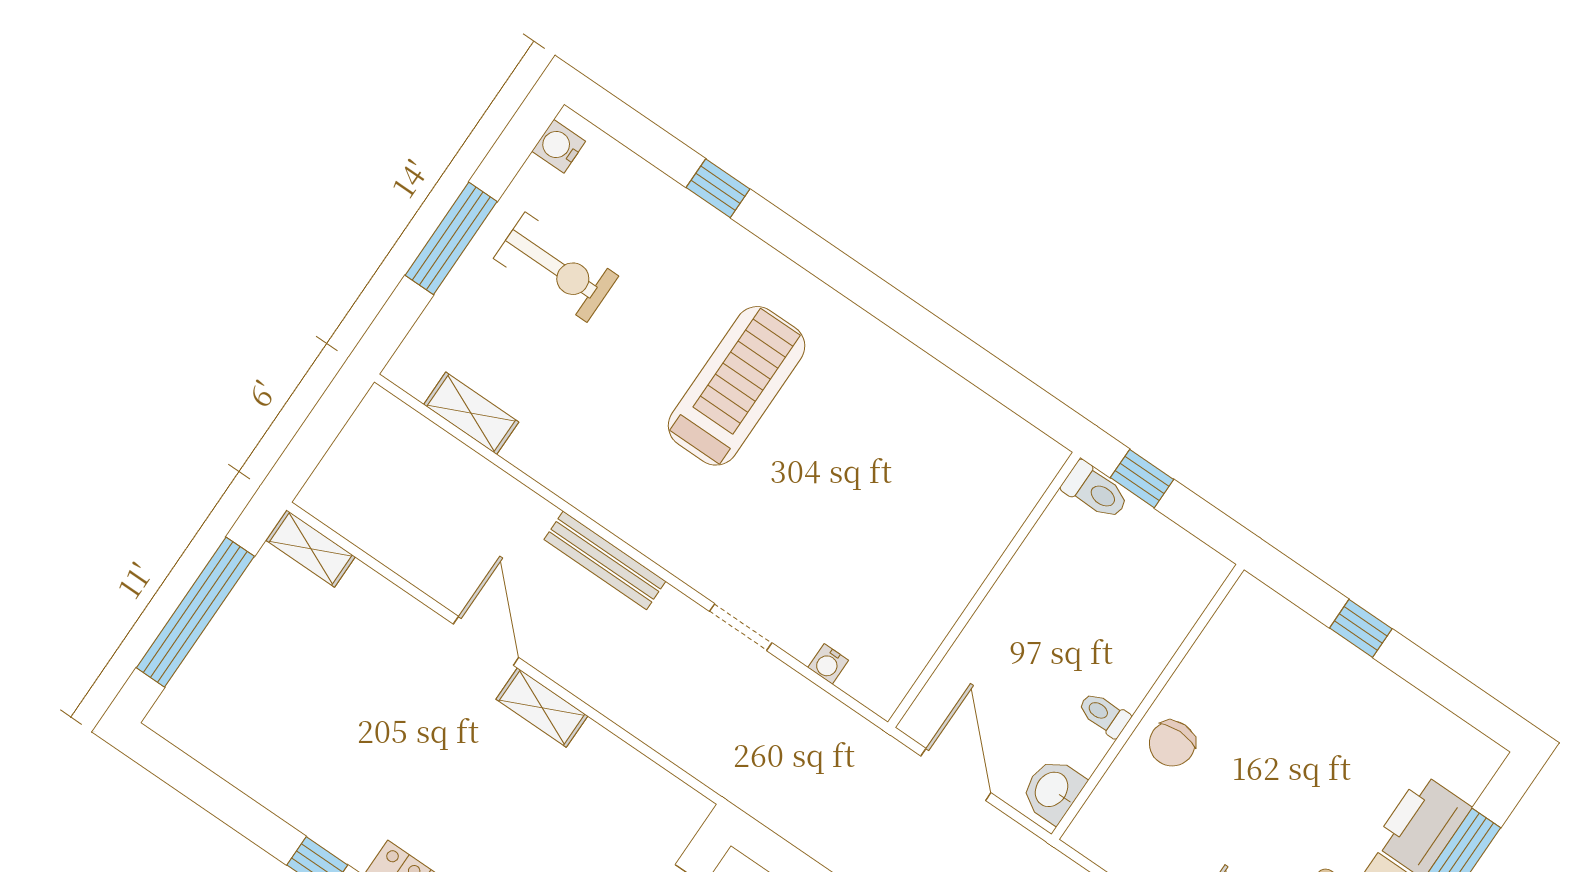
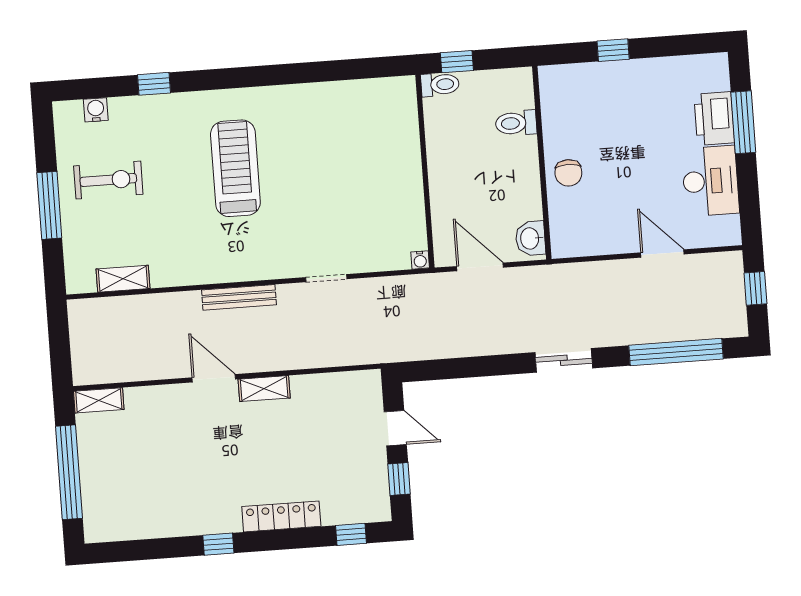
water cooler: (559, 146) -> (96, 110), moved, turned 90
water cooler: (828, 664) -> (420, 260), moved
toilet: (1104, 714) -> (516, 123), moved, width x1.37, depth x1.39

